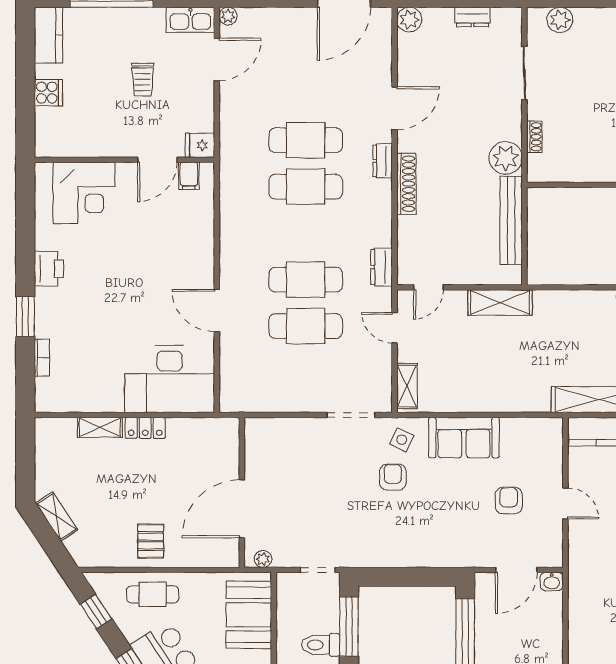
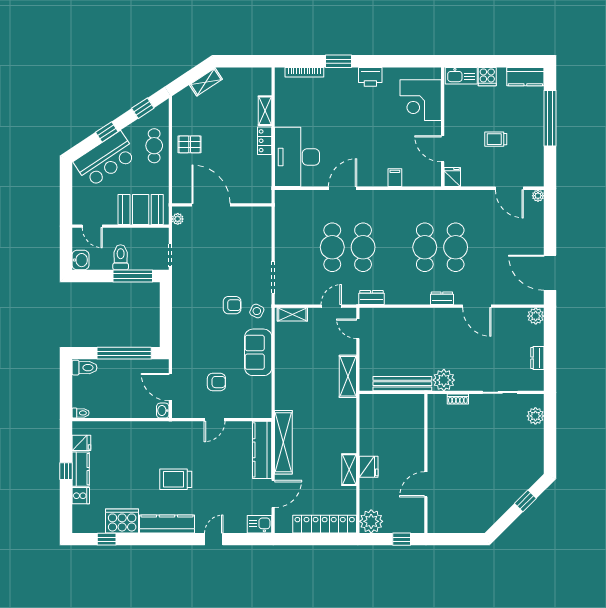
kitchen sink: (190, 20) -> (461, 76), moved, turned -90
filing cabinet: (189, 176) -> (395, 178), moved, turned 90
shoe rack: (406, 184) -> (427, 314), removed
bookcase: (42, 358) -> (304, 72), width x1.56

